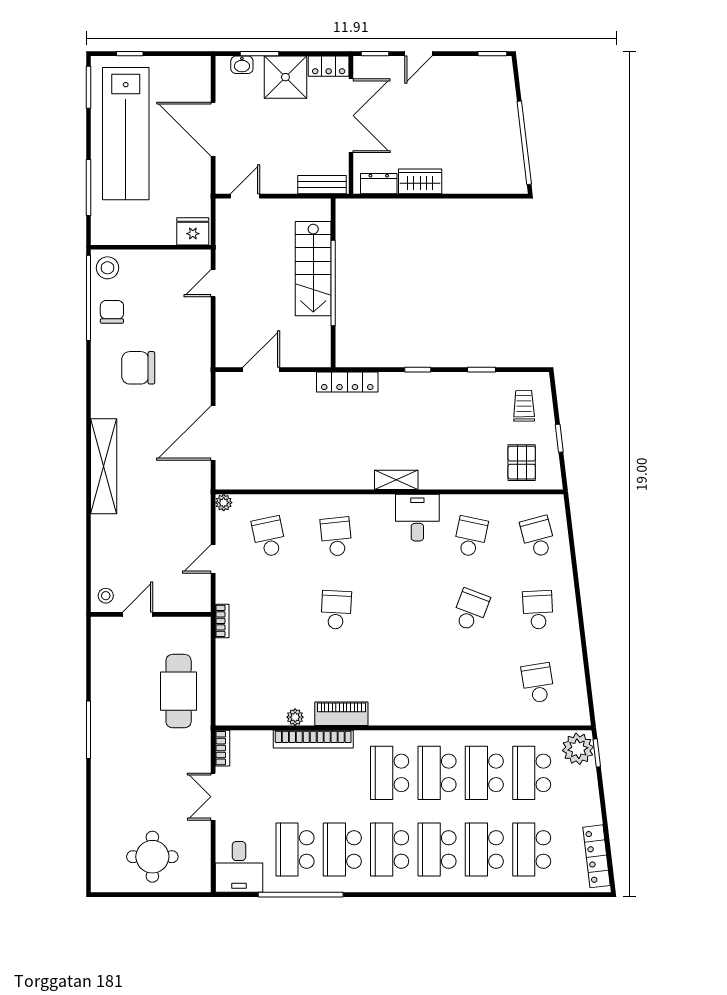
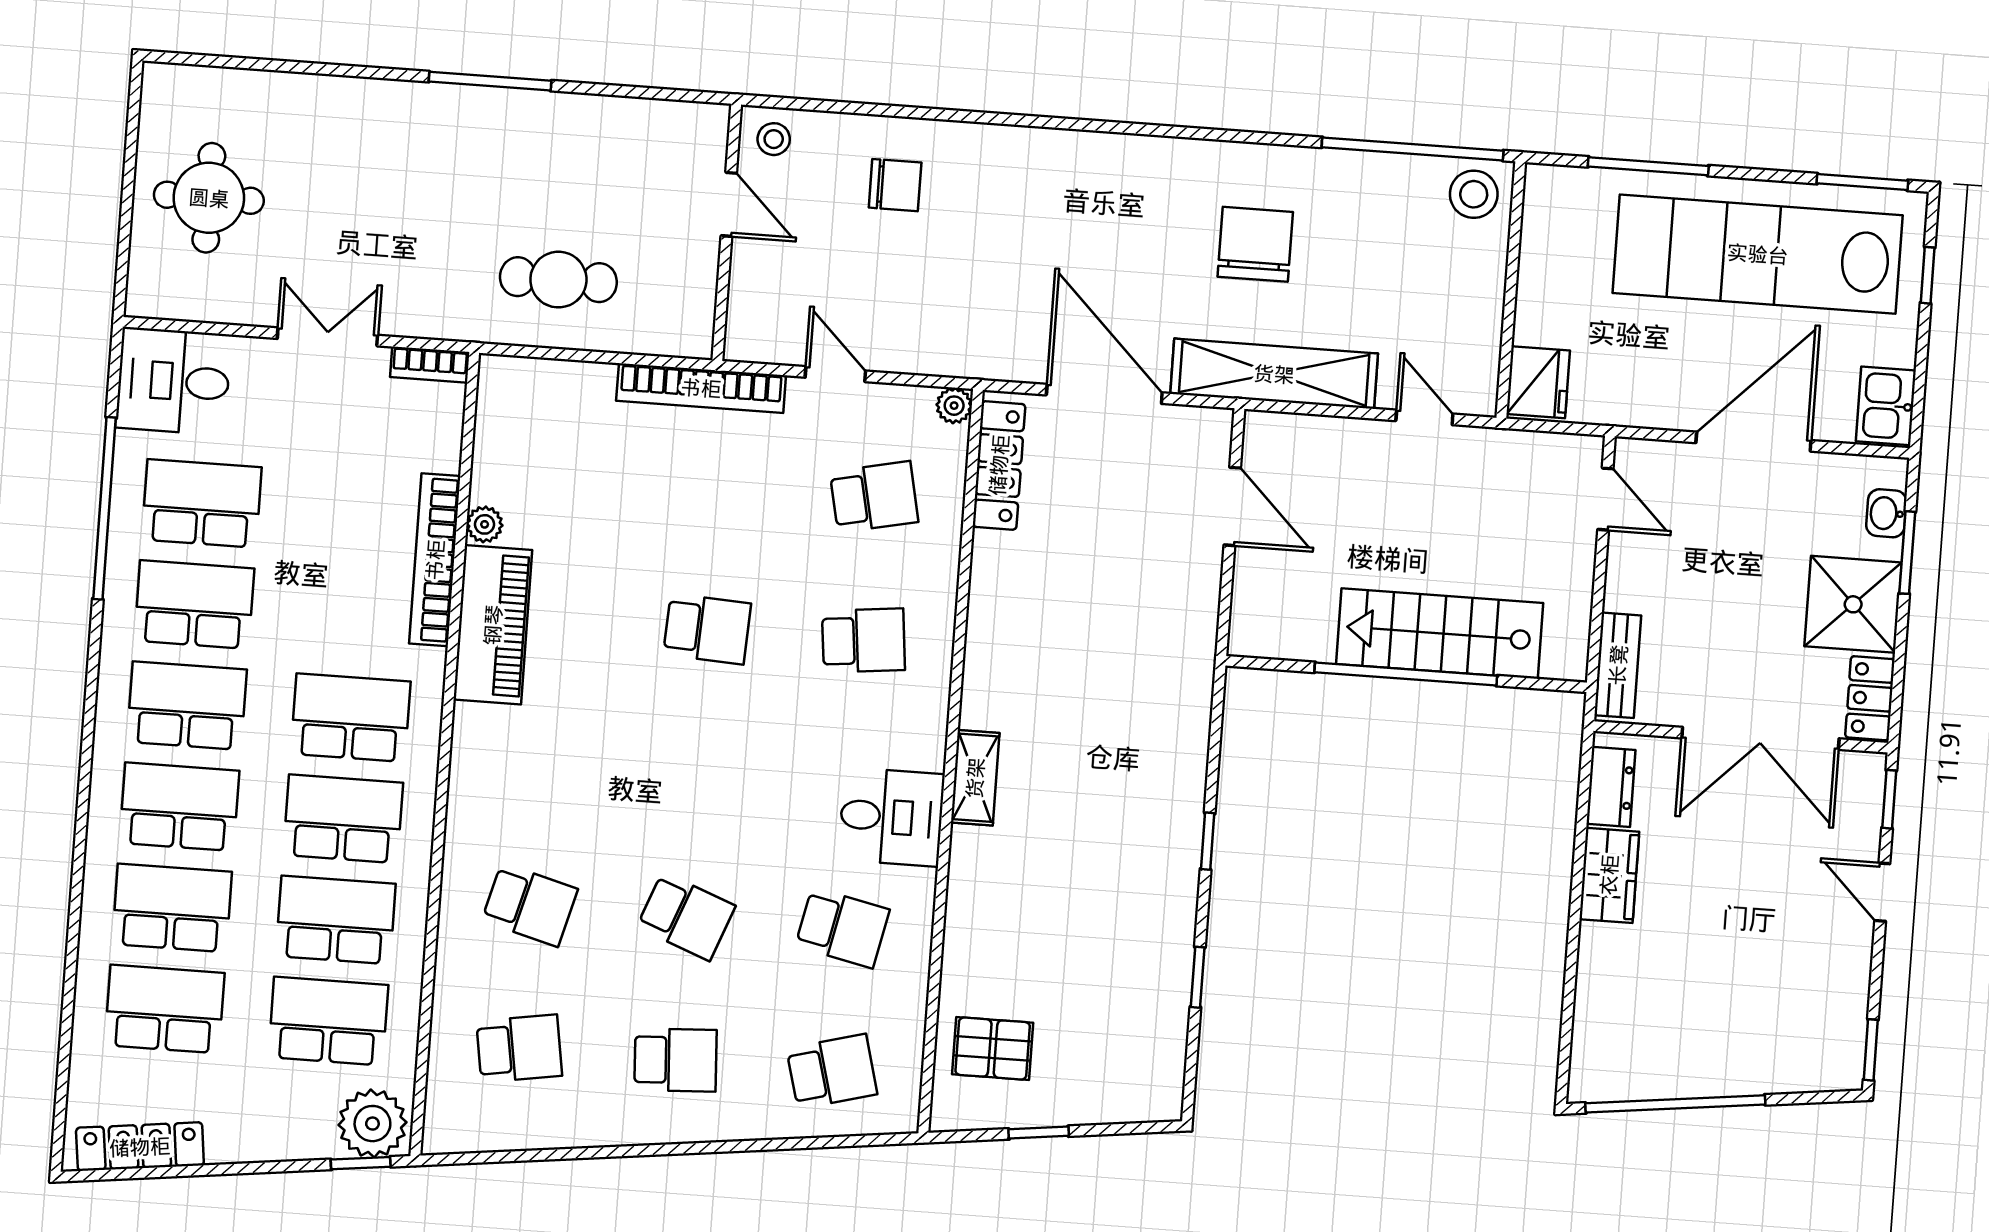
kitchen sink: (192, 69) -> (1886, 406), added
chair: (112, 312) -> (895, 185), moved
locker: (347, 382) -> (999, 465), moved, turned 180
trolley: (524, 406) -> (1114, 1062), removed
shelving: (104, 466) -> (1274, 374), moved
bookcase: (222, 621) -> (701, 388), width x2.31, depth x1.31
school desk: (471, 683) -> (530, 905), added
cafe table: (179, 691) -> (558, 280), width x0.73, depth x0.74
piano: (341, 714) -> (493, 625), width x1.37, depth x1.33

